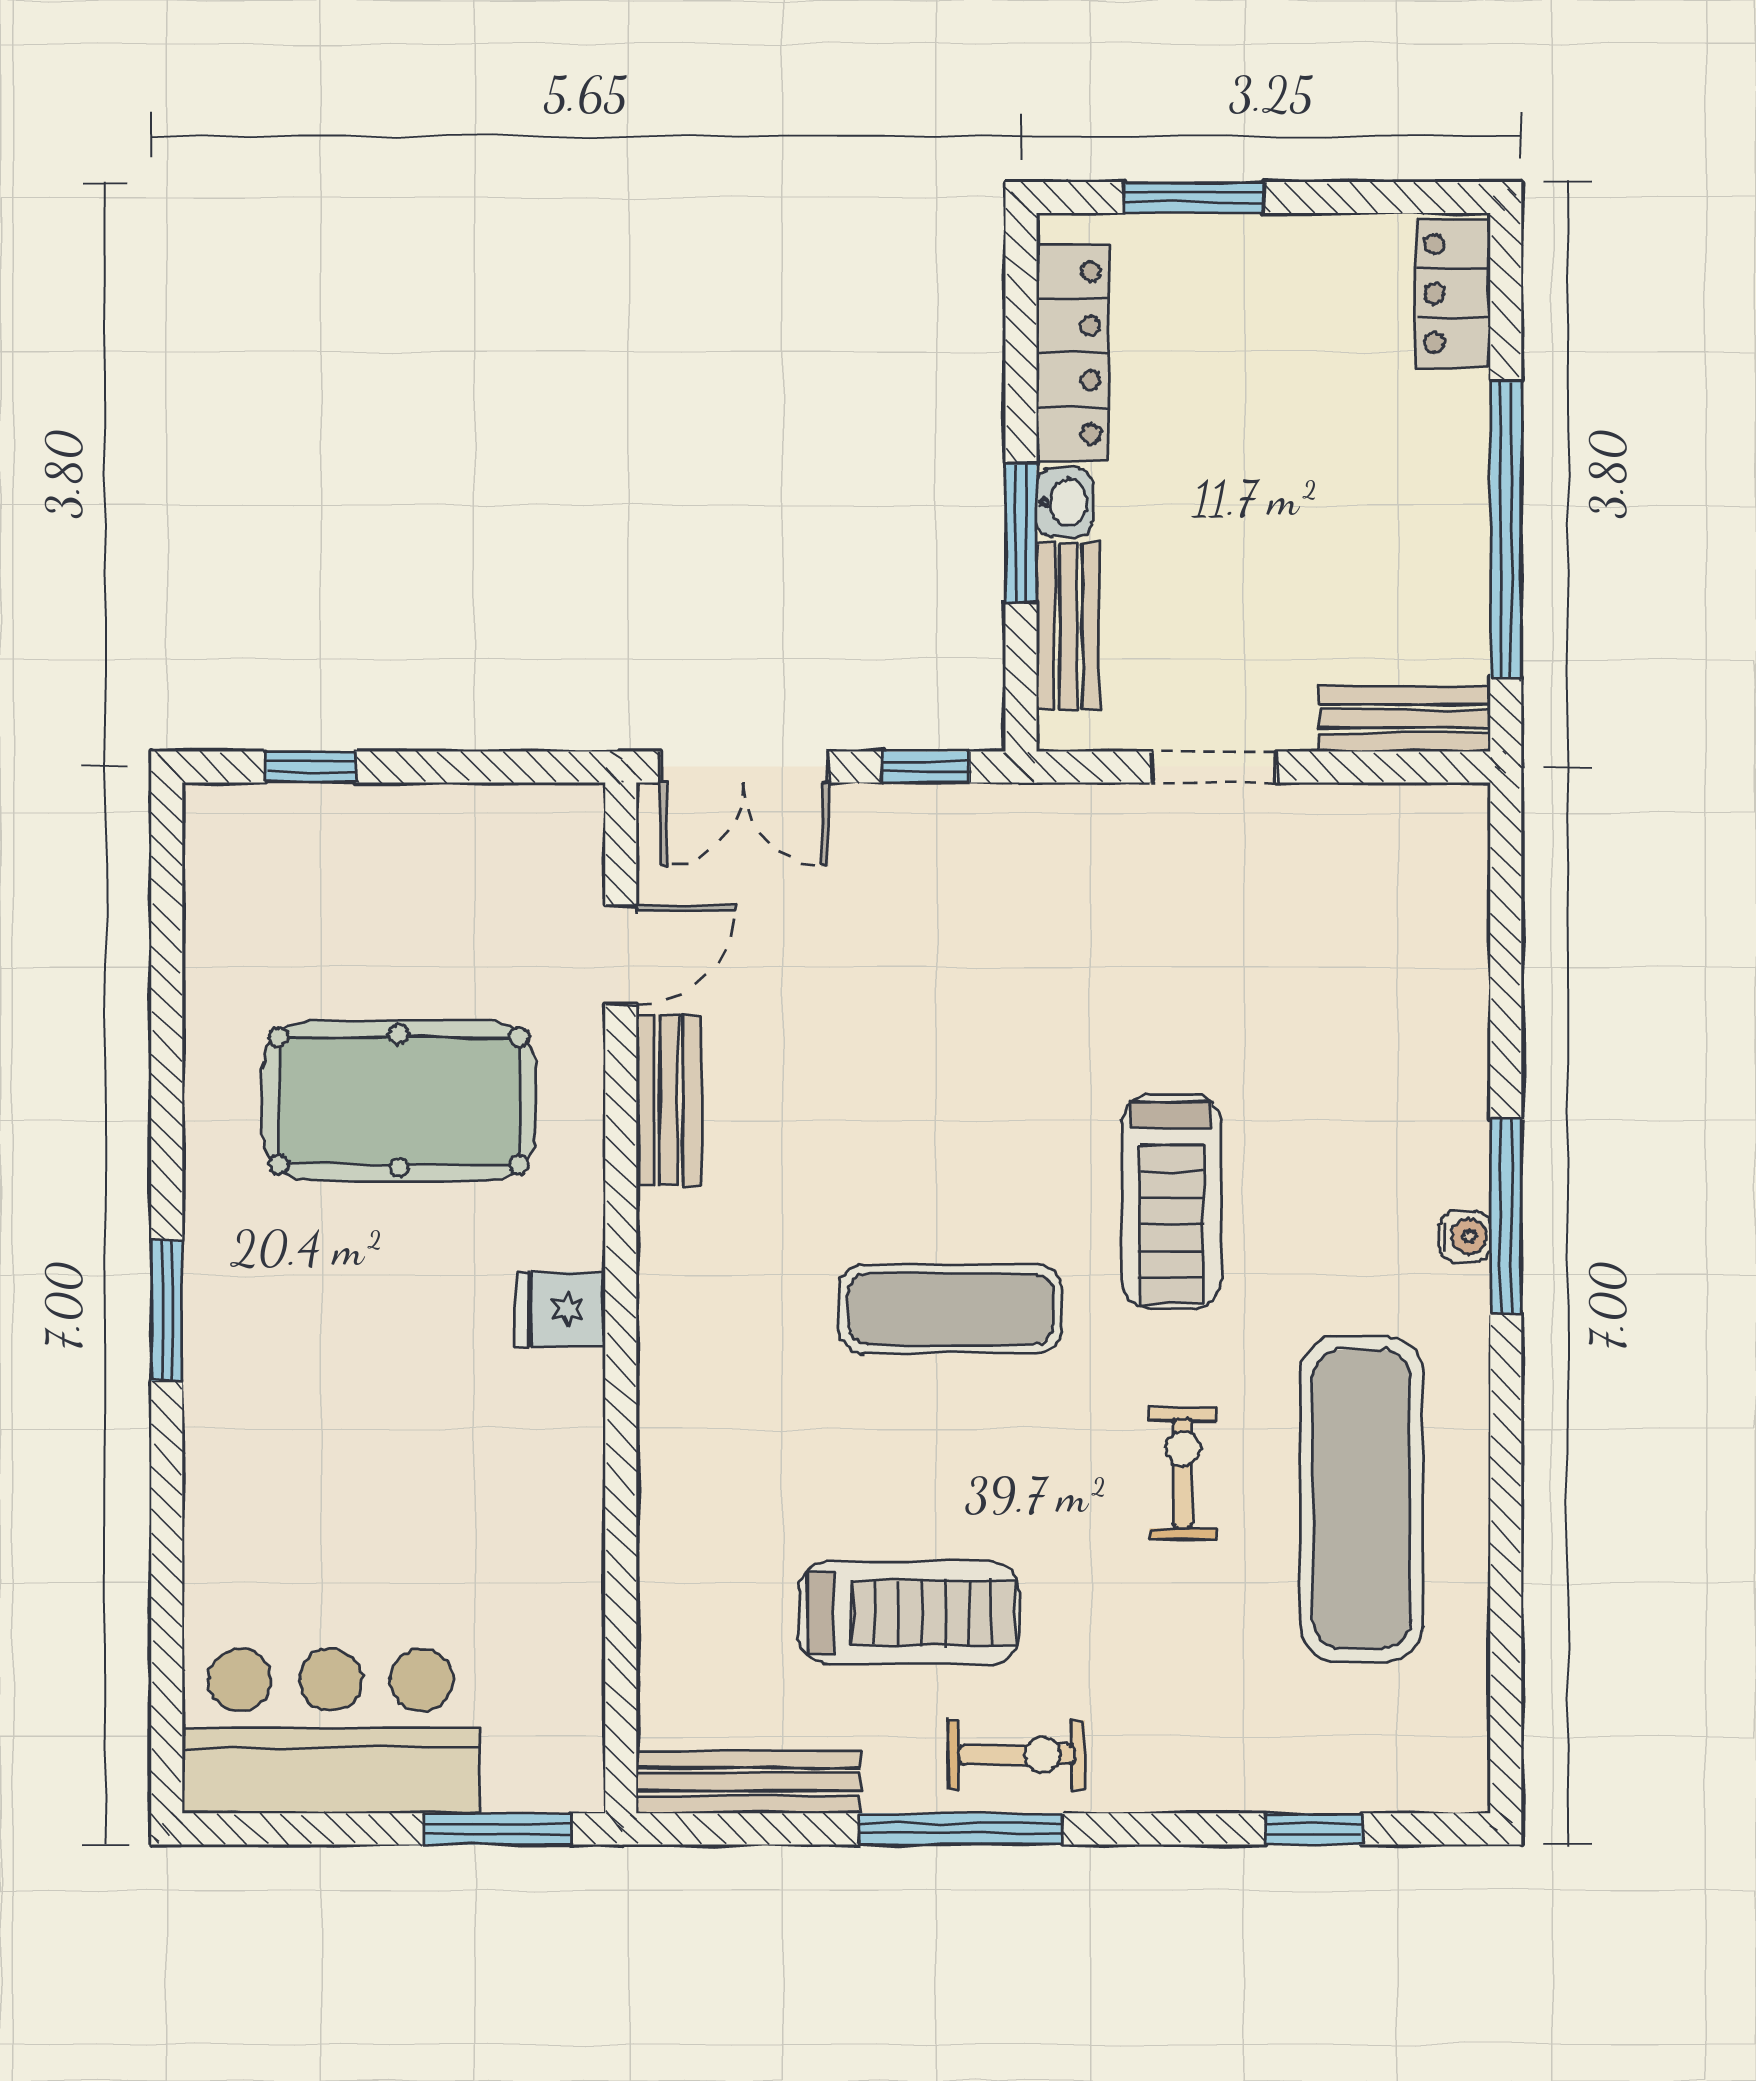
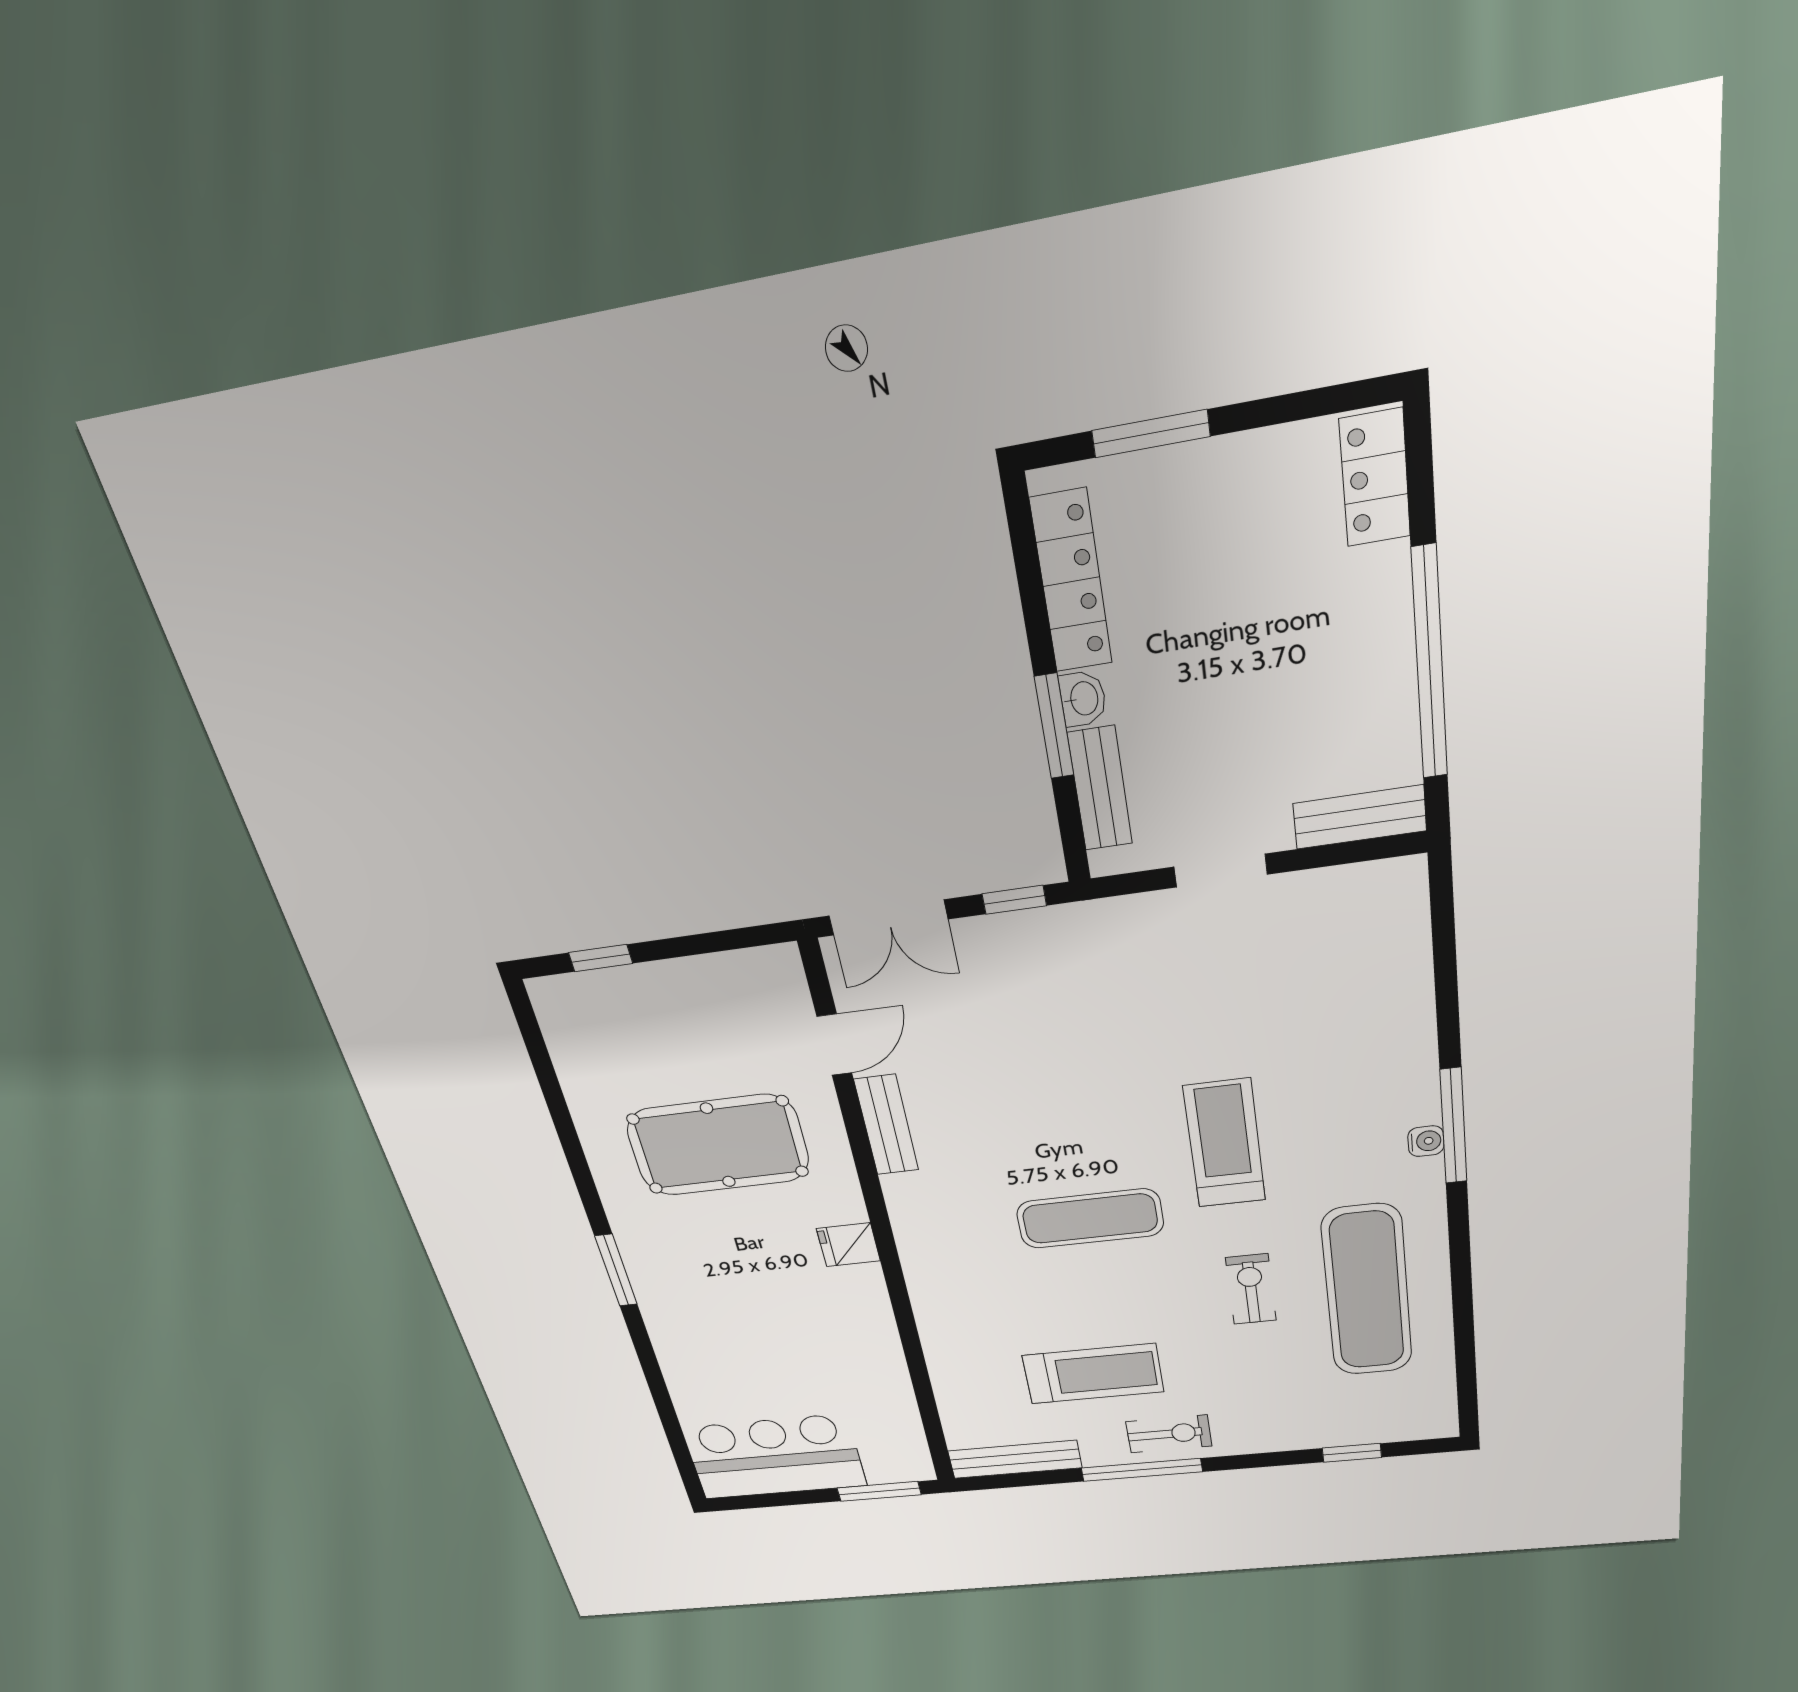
treadmill: (1171, 1201) -> (1225, 1143), turned 180

